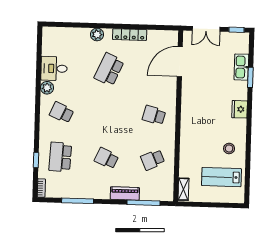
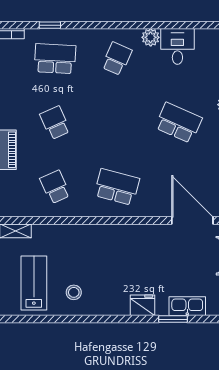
fridge: (240, 109) -> (142, 305), moved
school desk: (154, 115) -> (117, 187), width x1.85
school desk: (106, 158) -> (55, 123), turned -48

